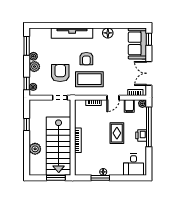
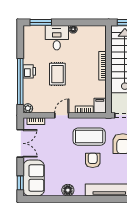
filing cabinet: (129, 106) -> (100, 106), moved
desk: (133, 165) -> (57, 38), moved
window: (100, 178) -> (41, 22), moved

